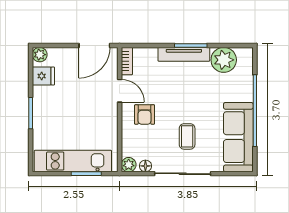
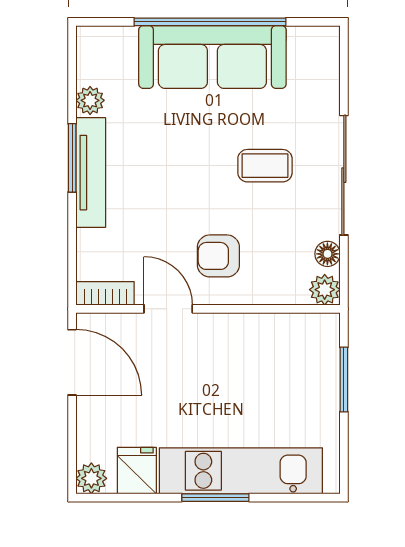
plant: (224, 60) -> (90, 100), width x0.53, depth x0.53
door: (120, 91) -> (168, 309), hinge flipped
armchair: (145, 114) -> (218, 256), turned 180
sofa: (238, 137) -> (212, 57), moved
kitchen unit: (73, 161) -> (241, 471), moved, turned 90

